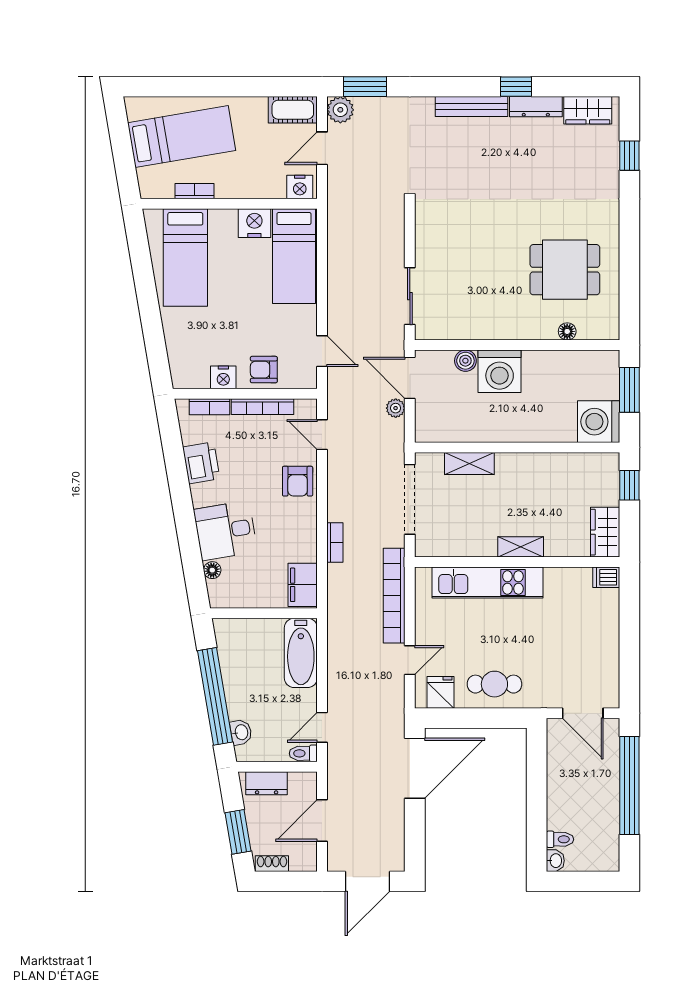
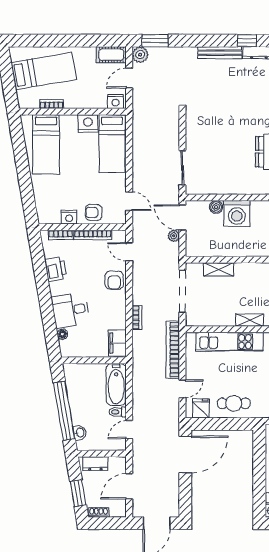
toilet: (303, 753) -> (118, 412), moved

